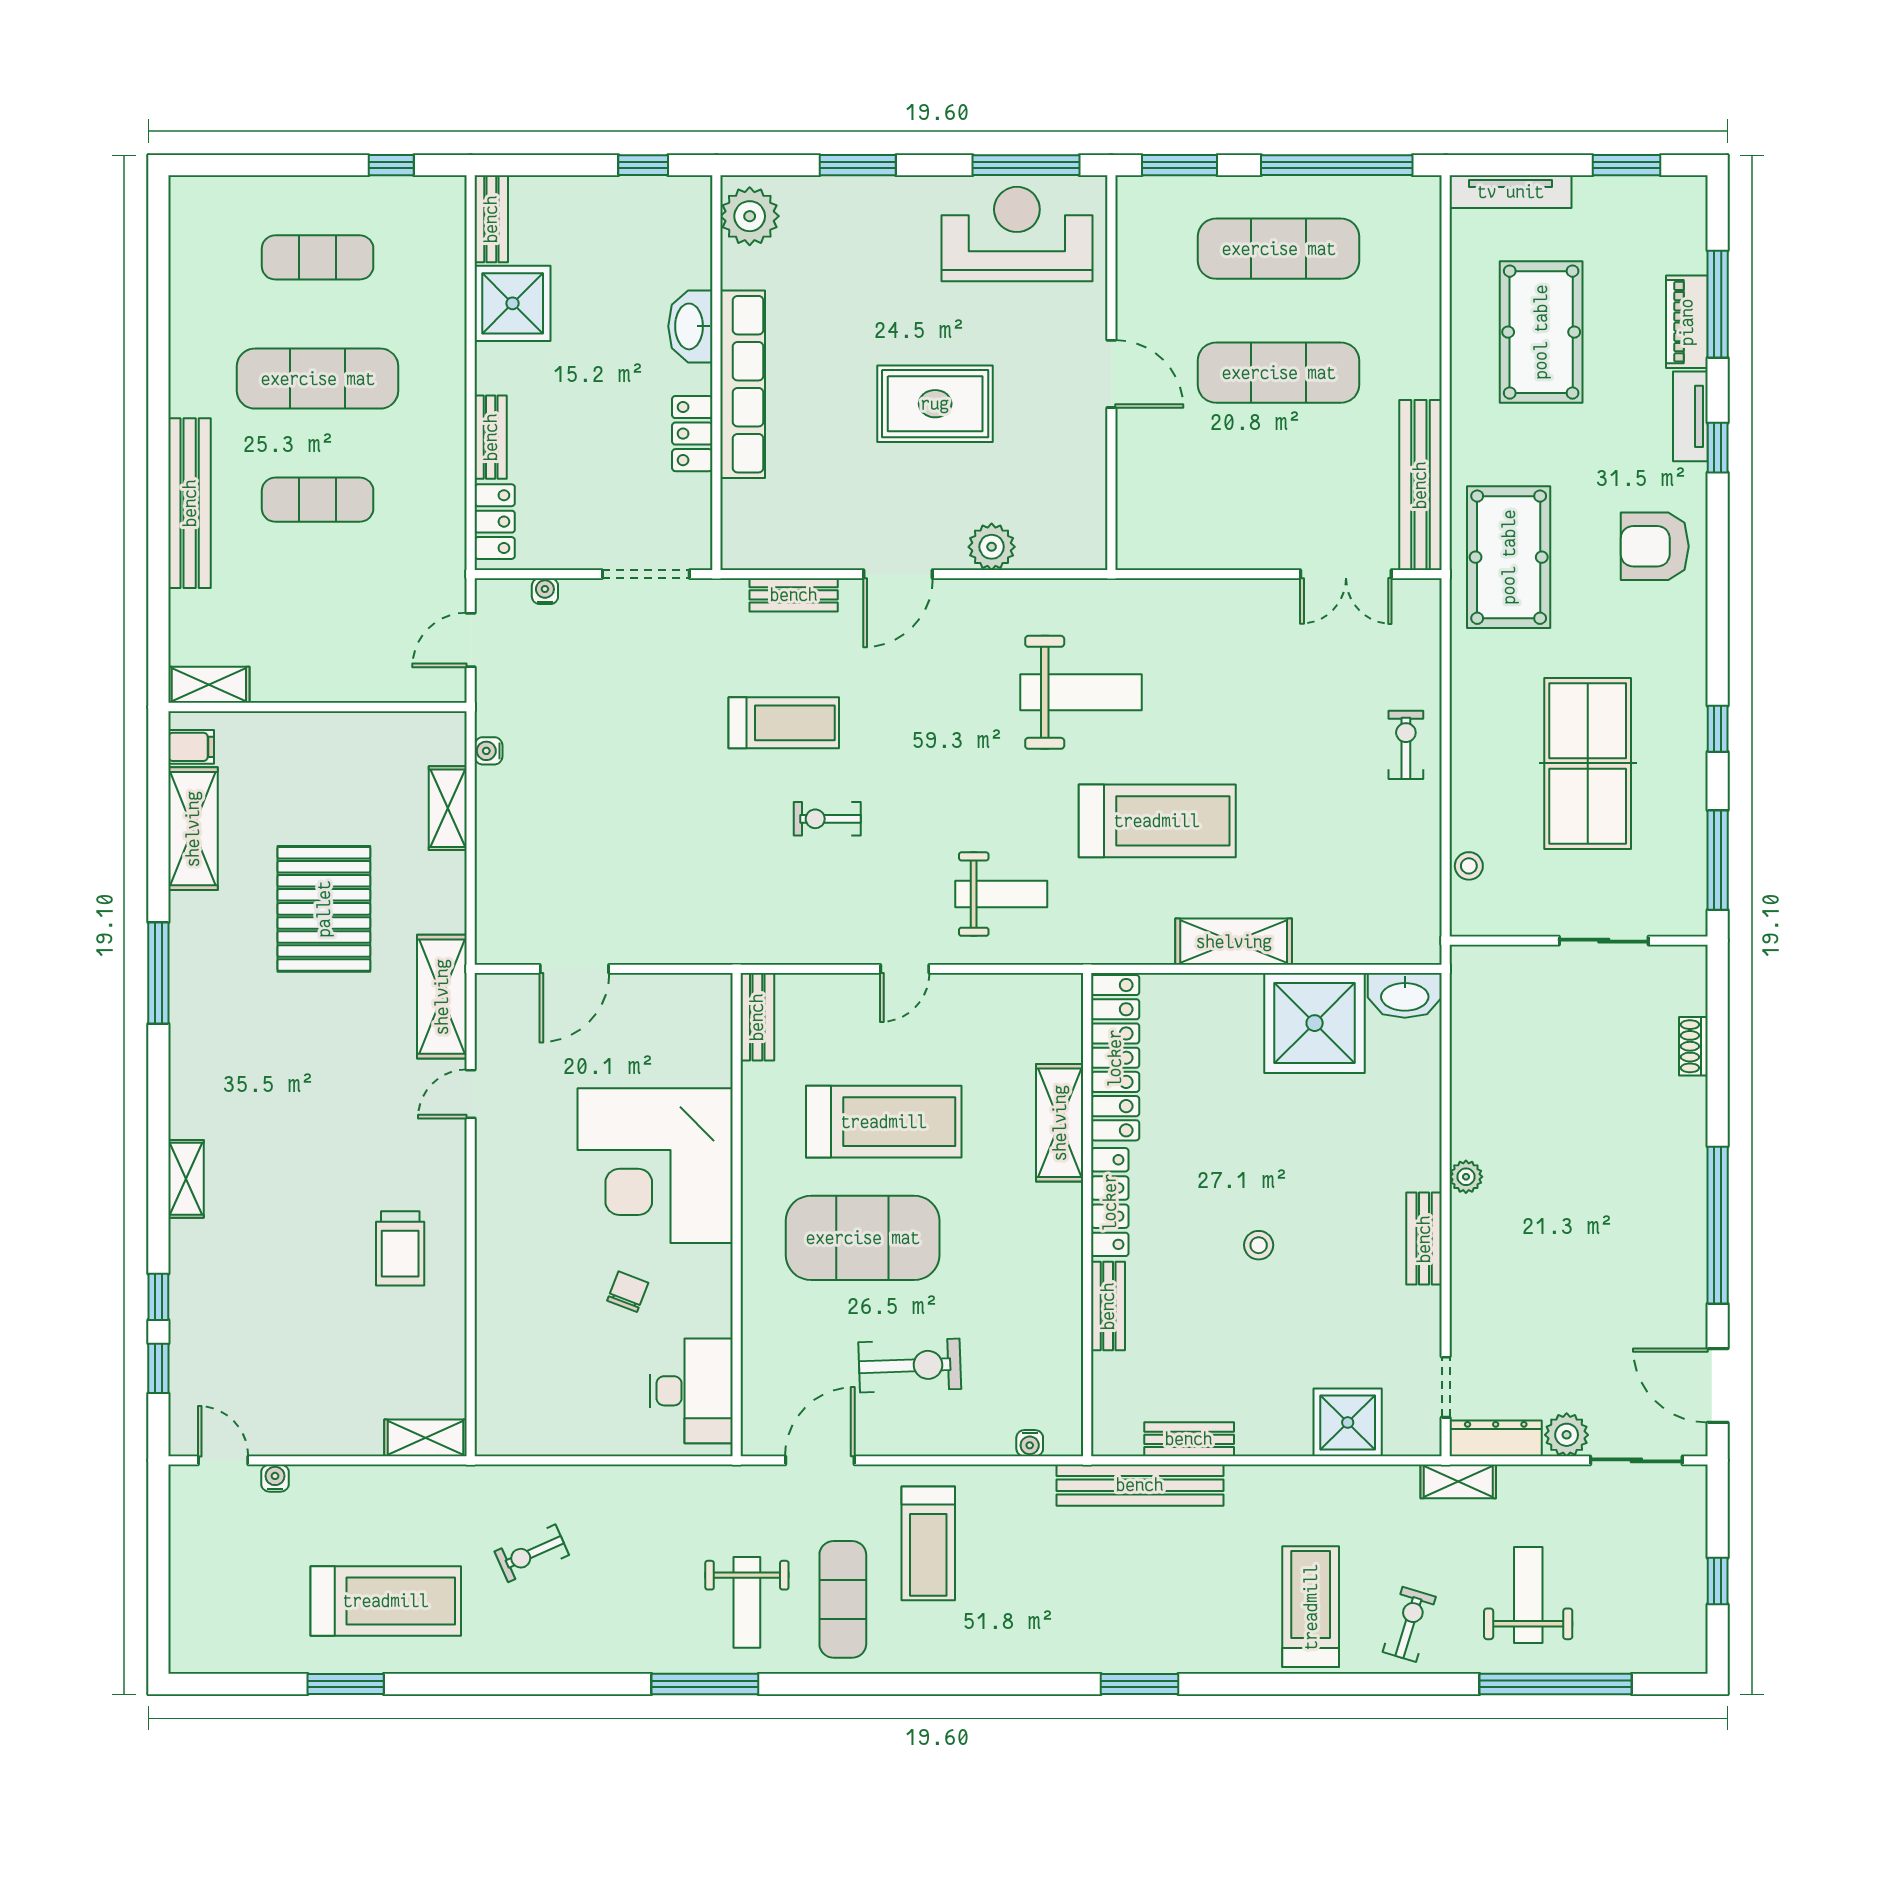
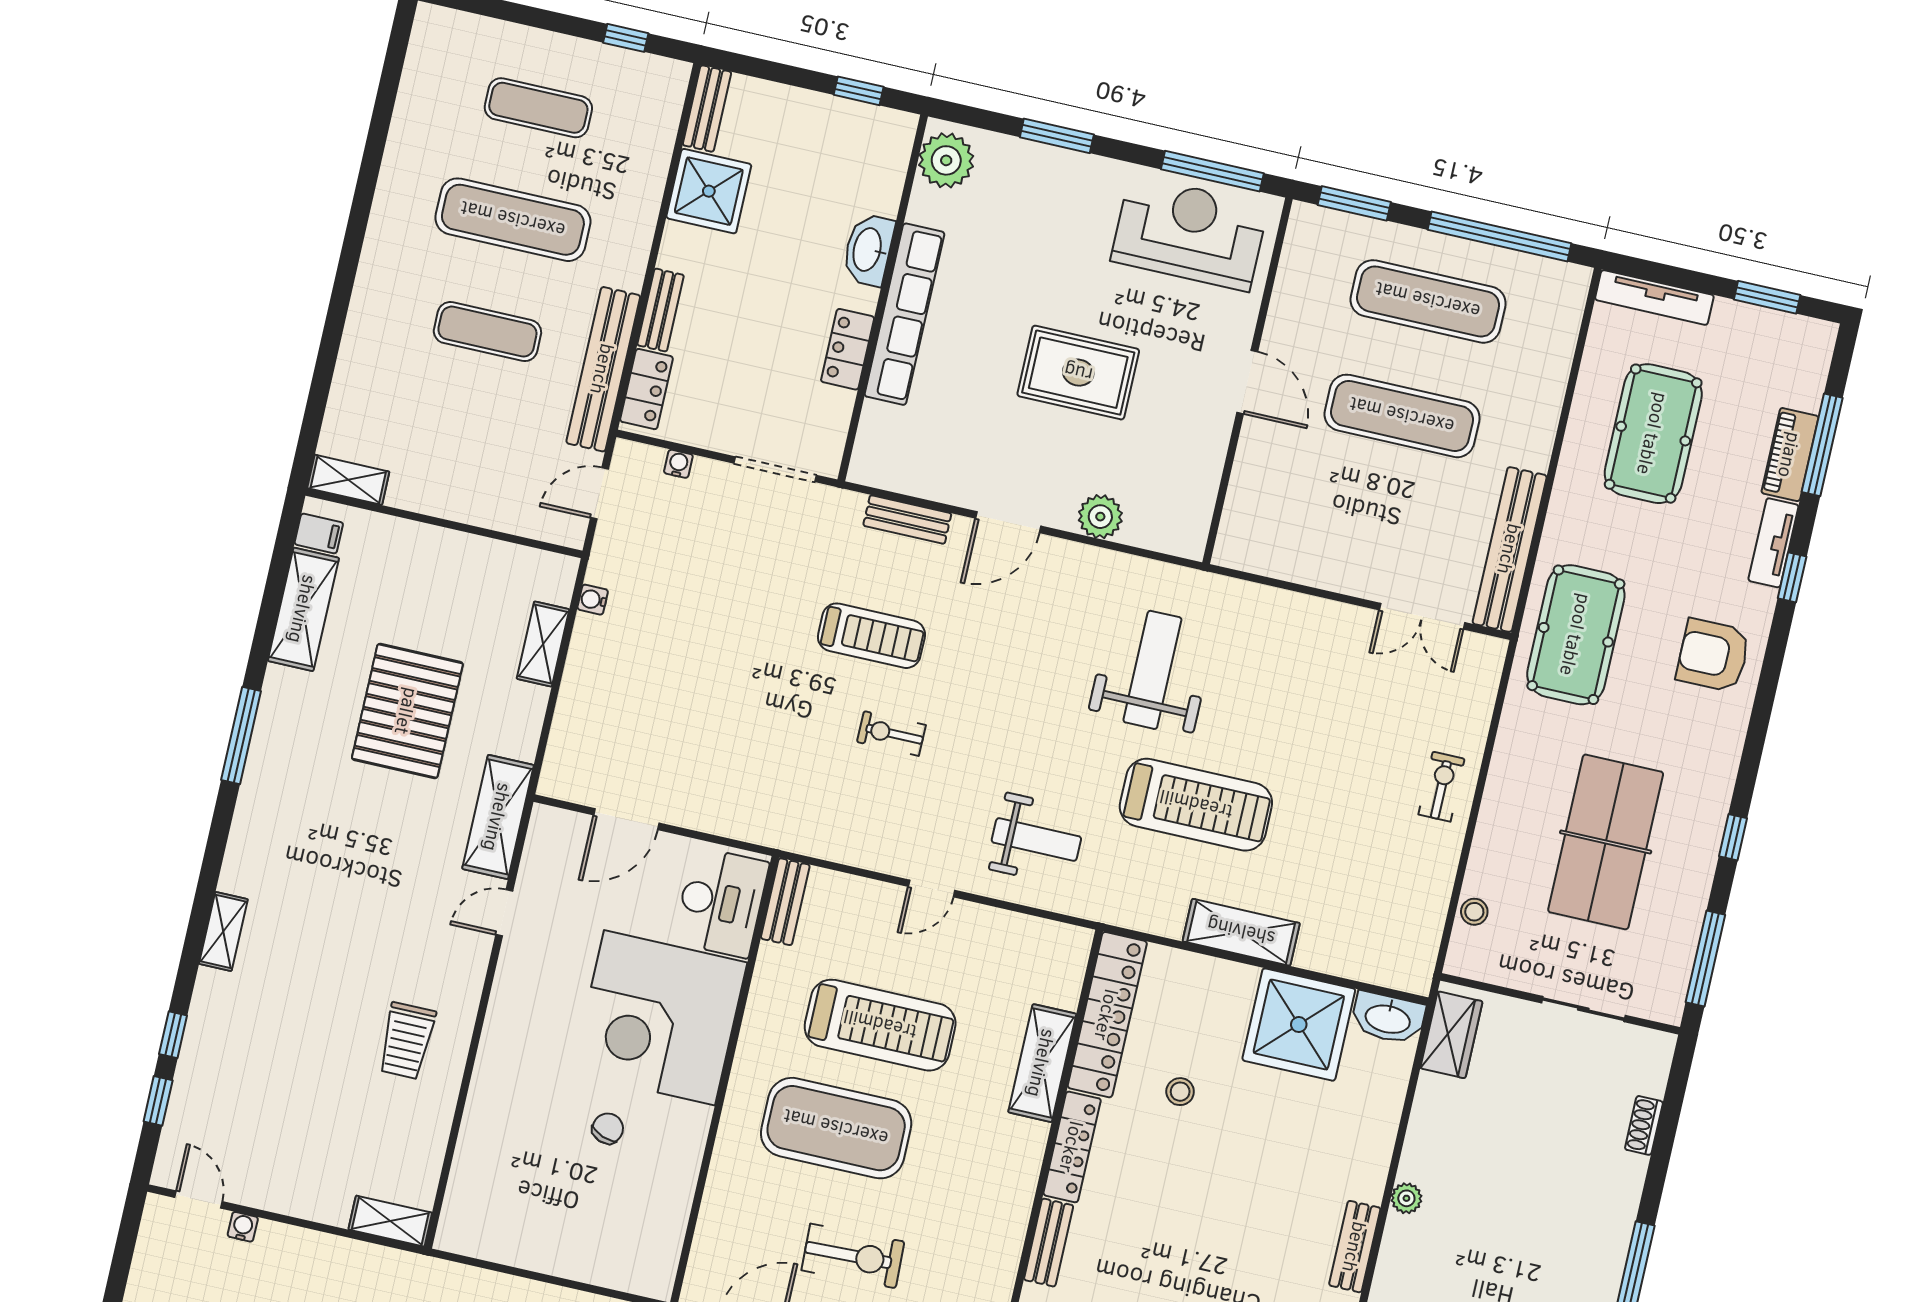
bench: (190, 503) -> (603, 369), moved
weight bench: (1081, 692) -> (1152, 670), turned -90
wardrobe: (1474, 998) -> (1451, 1035), added
stool: (1259, 1245) -> (1180, 1092), moved
desk: (691, 1391) -> (721, 902), moved

